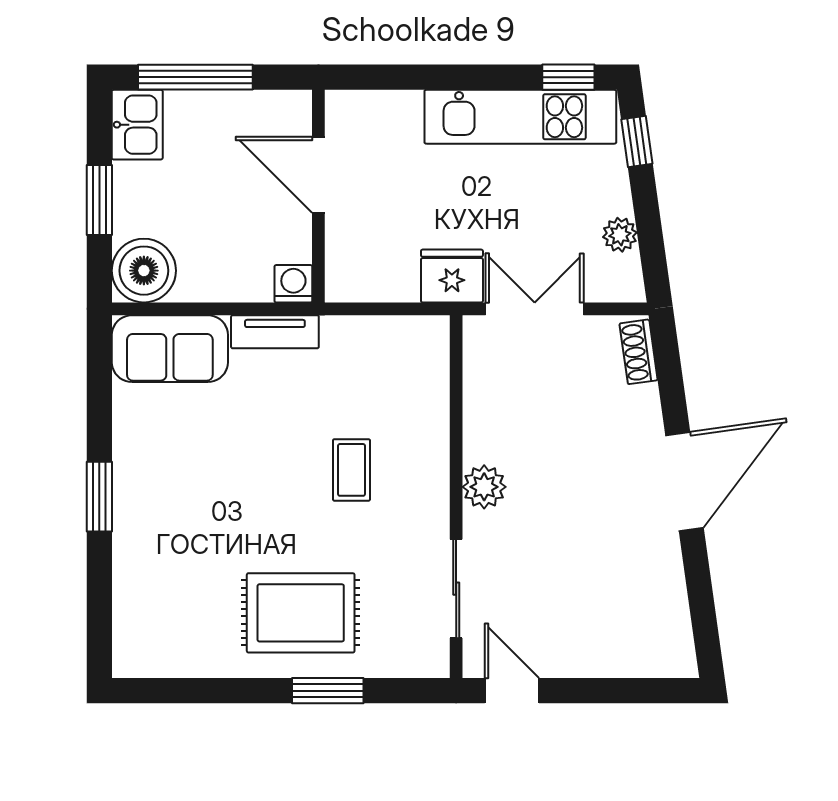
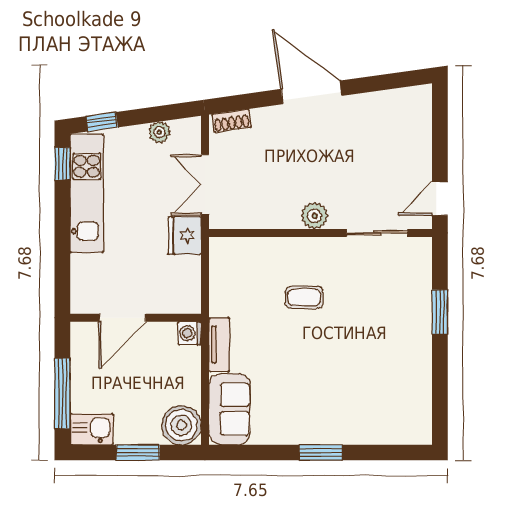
rug: (301, 613) -> (392, 329), removed

